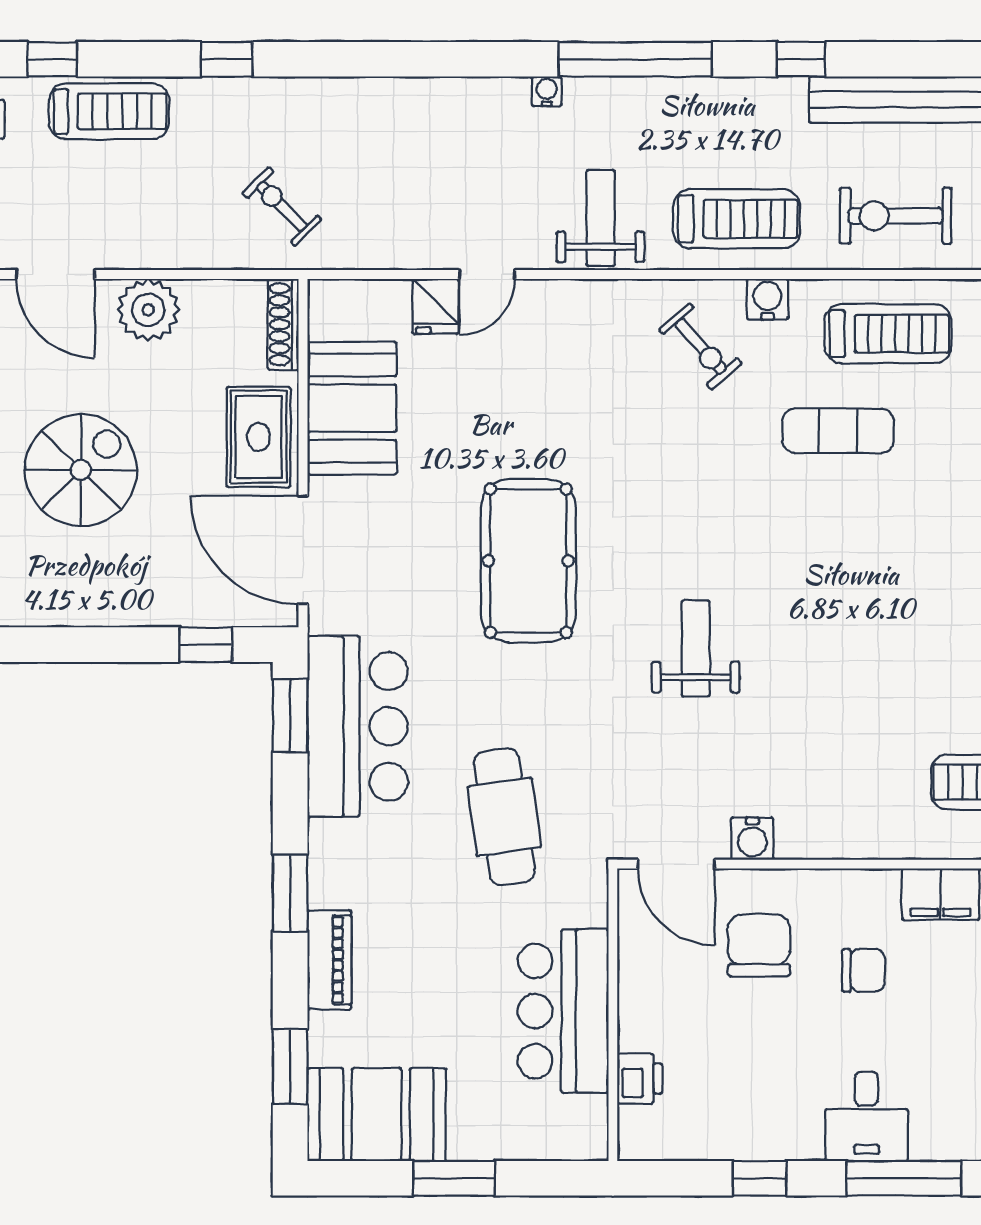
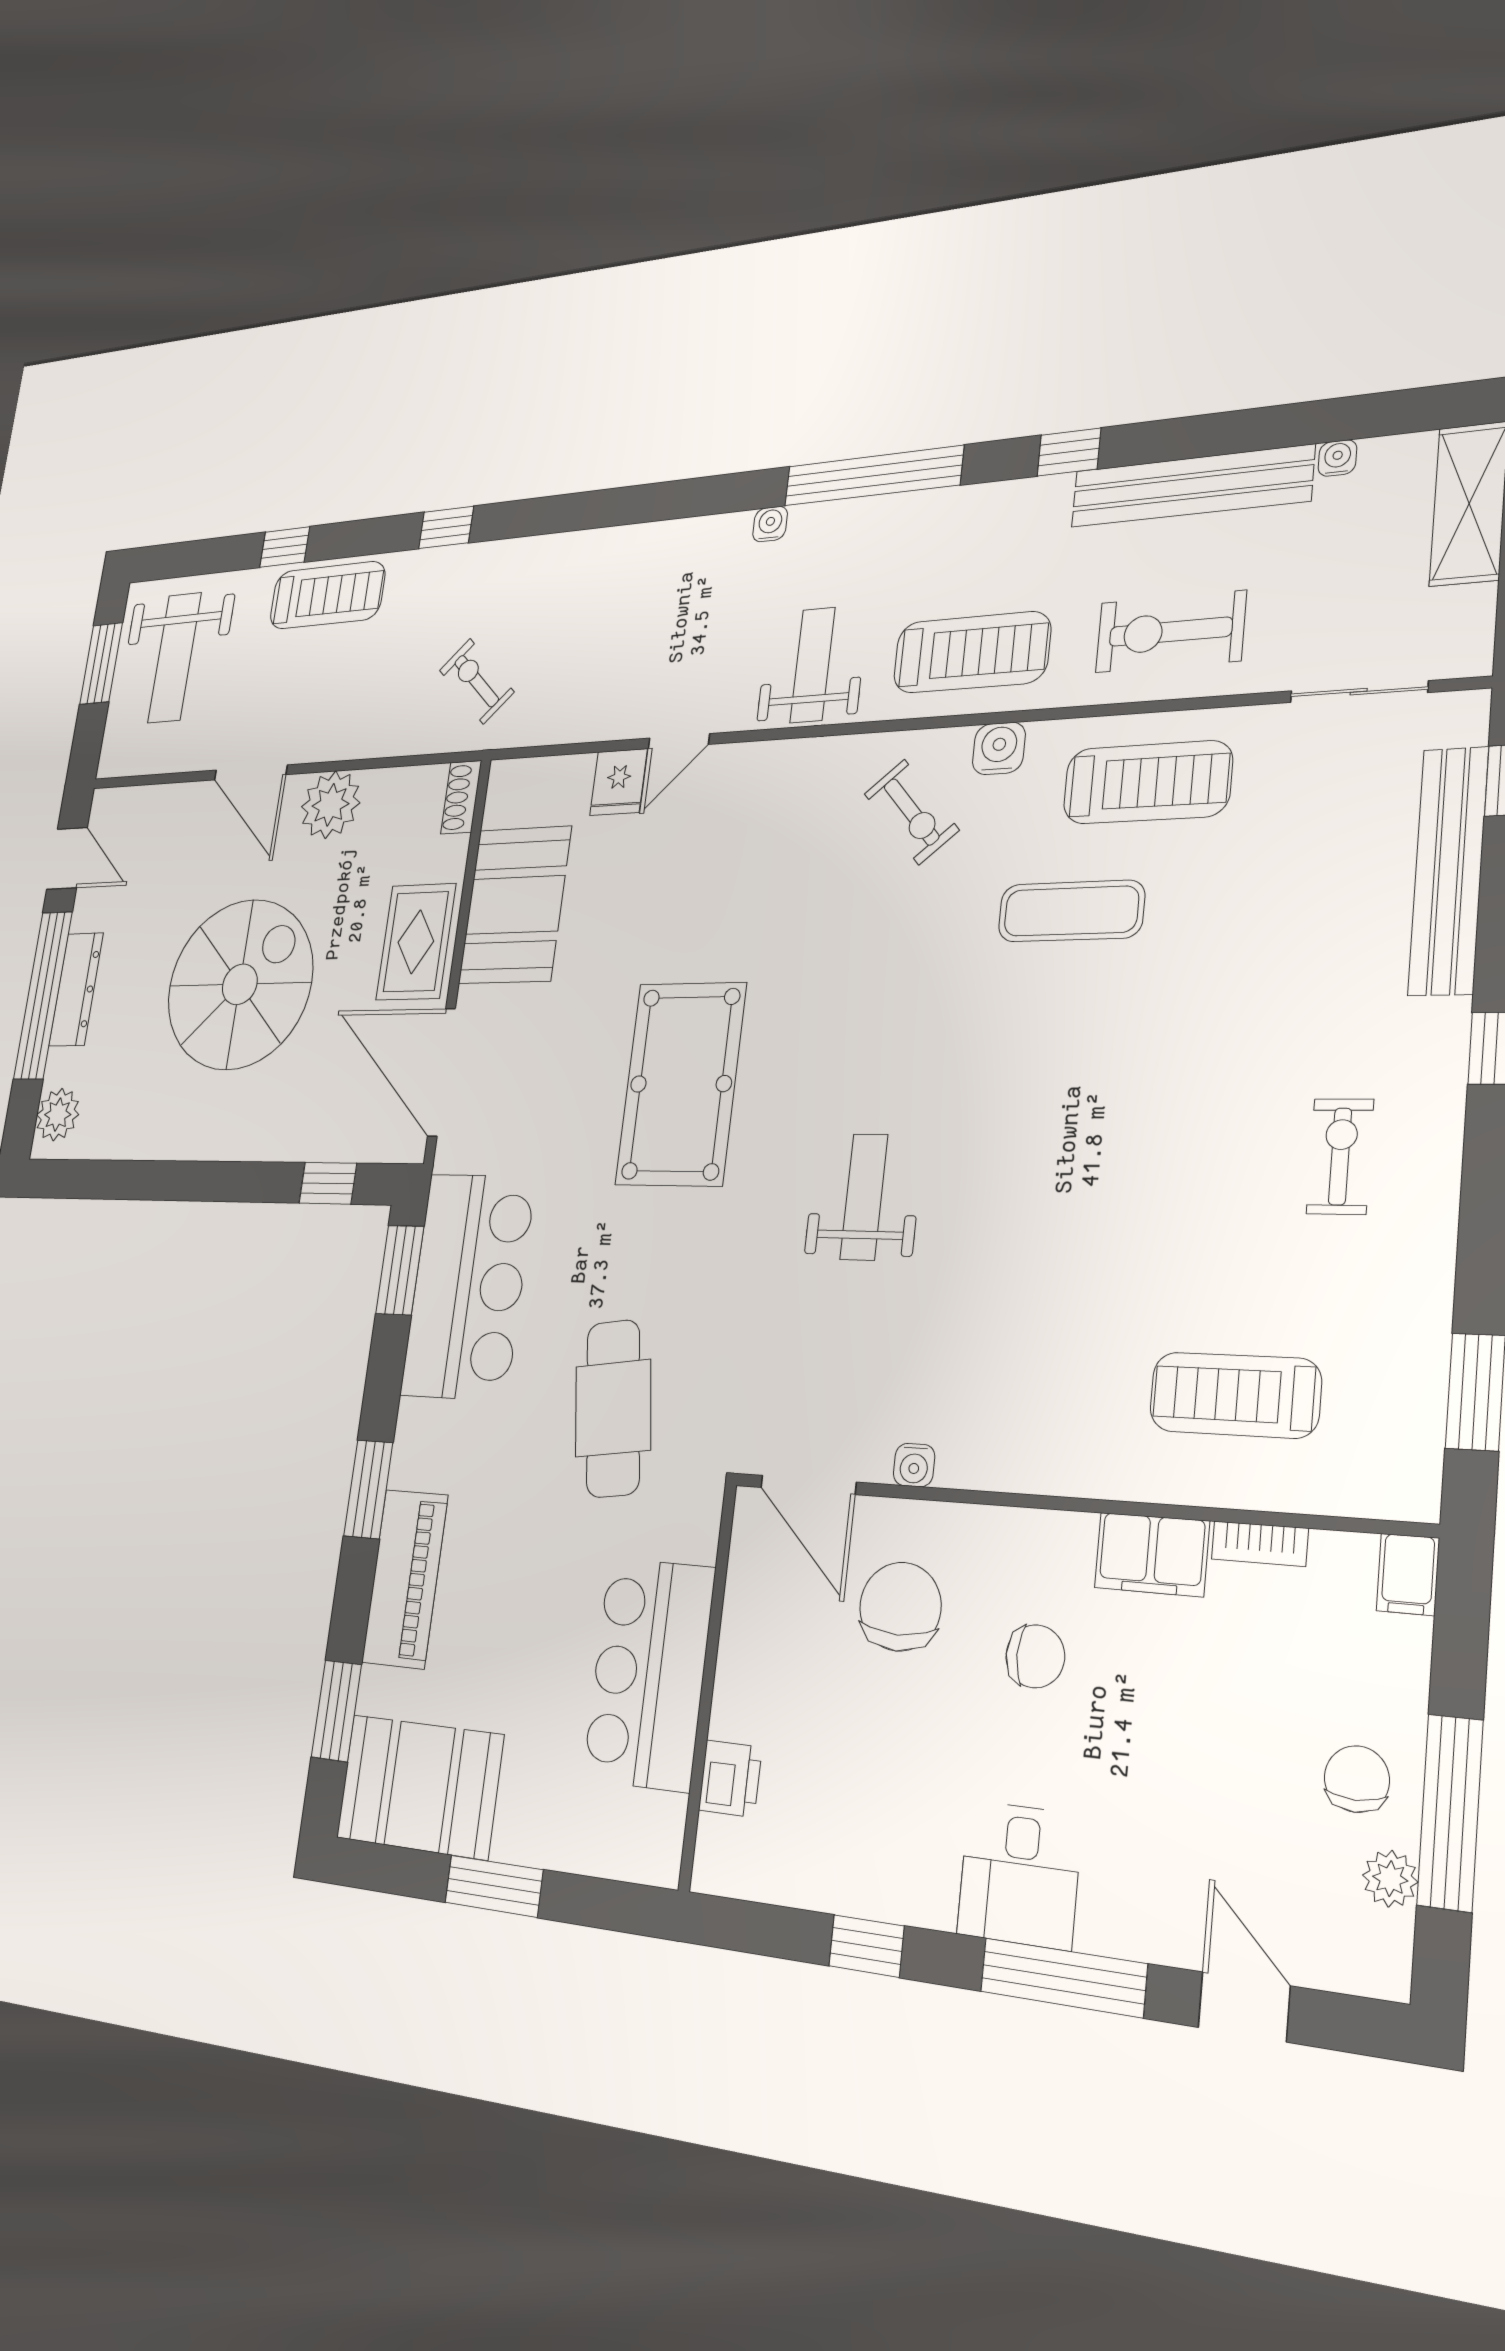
shoe rack: (283, 324) -> (461, 797), width x0.70
spiral stairs: (81, 470) -> (240, 984), width x1.37, depth x1.37
water cooler: (752, 839) -> (914, 1465), width x0.72, depth x0.72
piano: (329, 960) -> (405, 1579), width x1.37, depth x1.33

